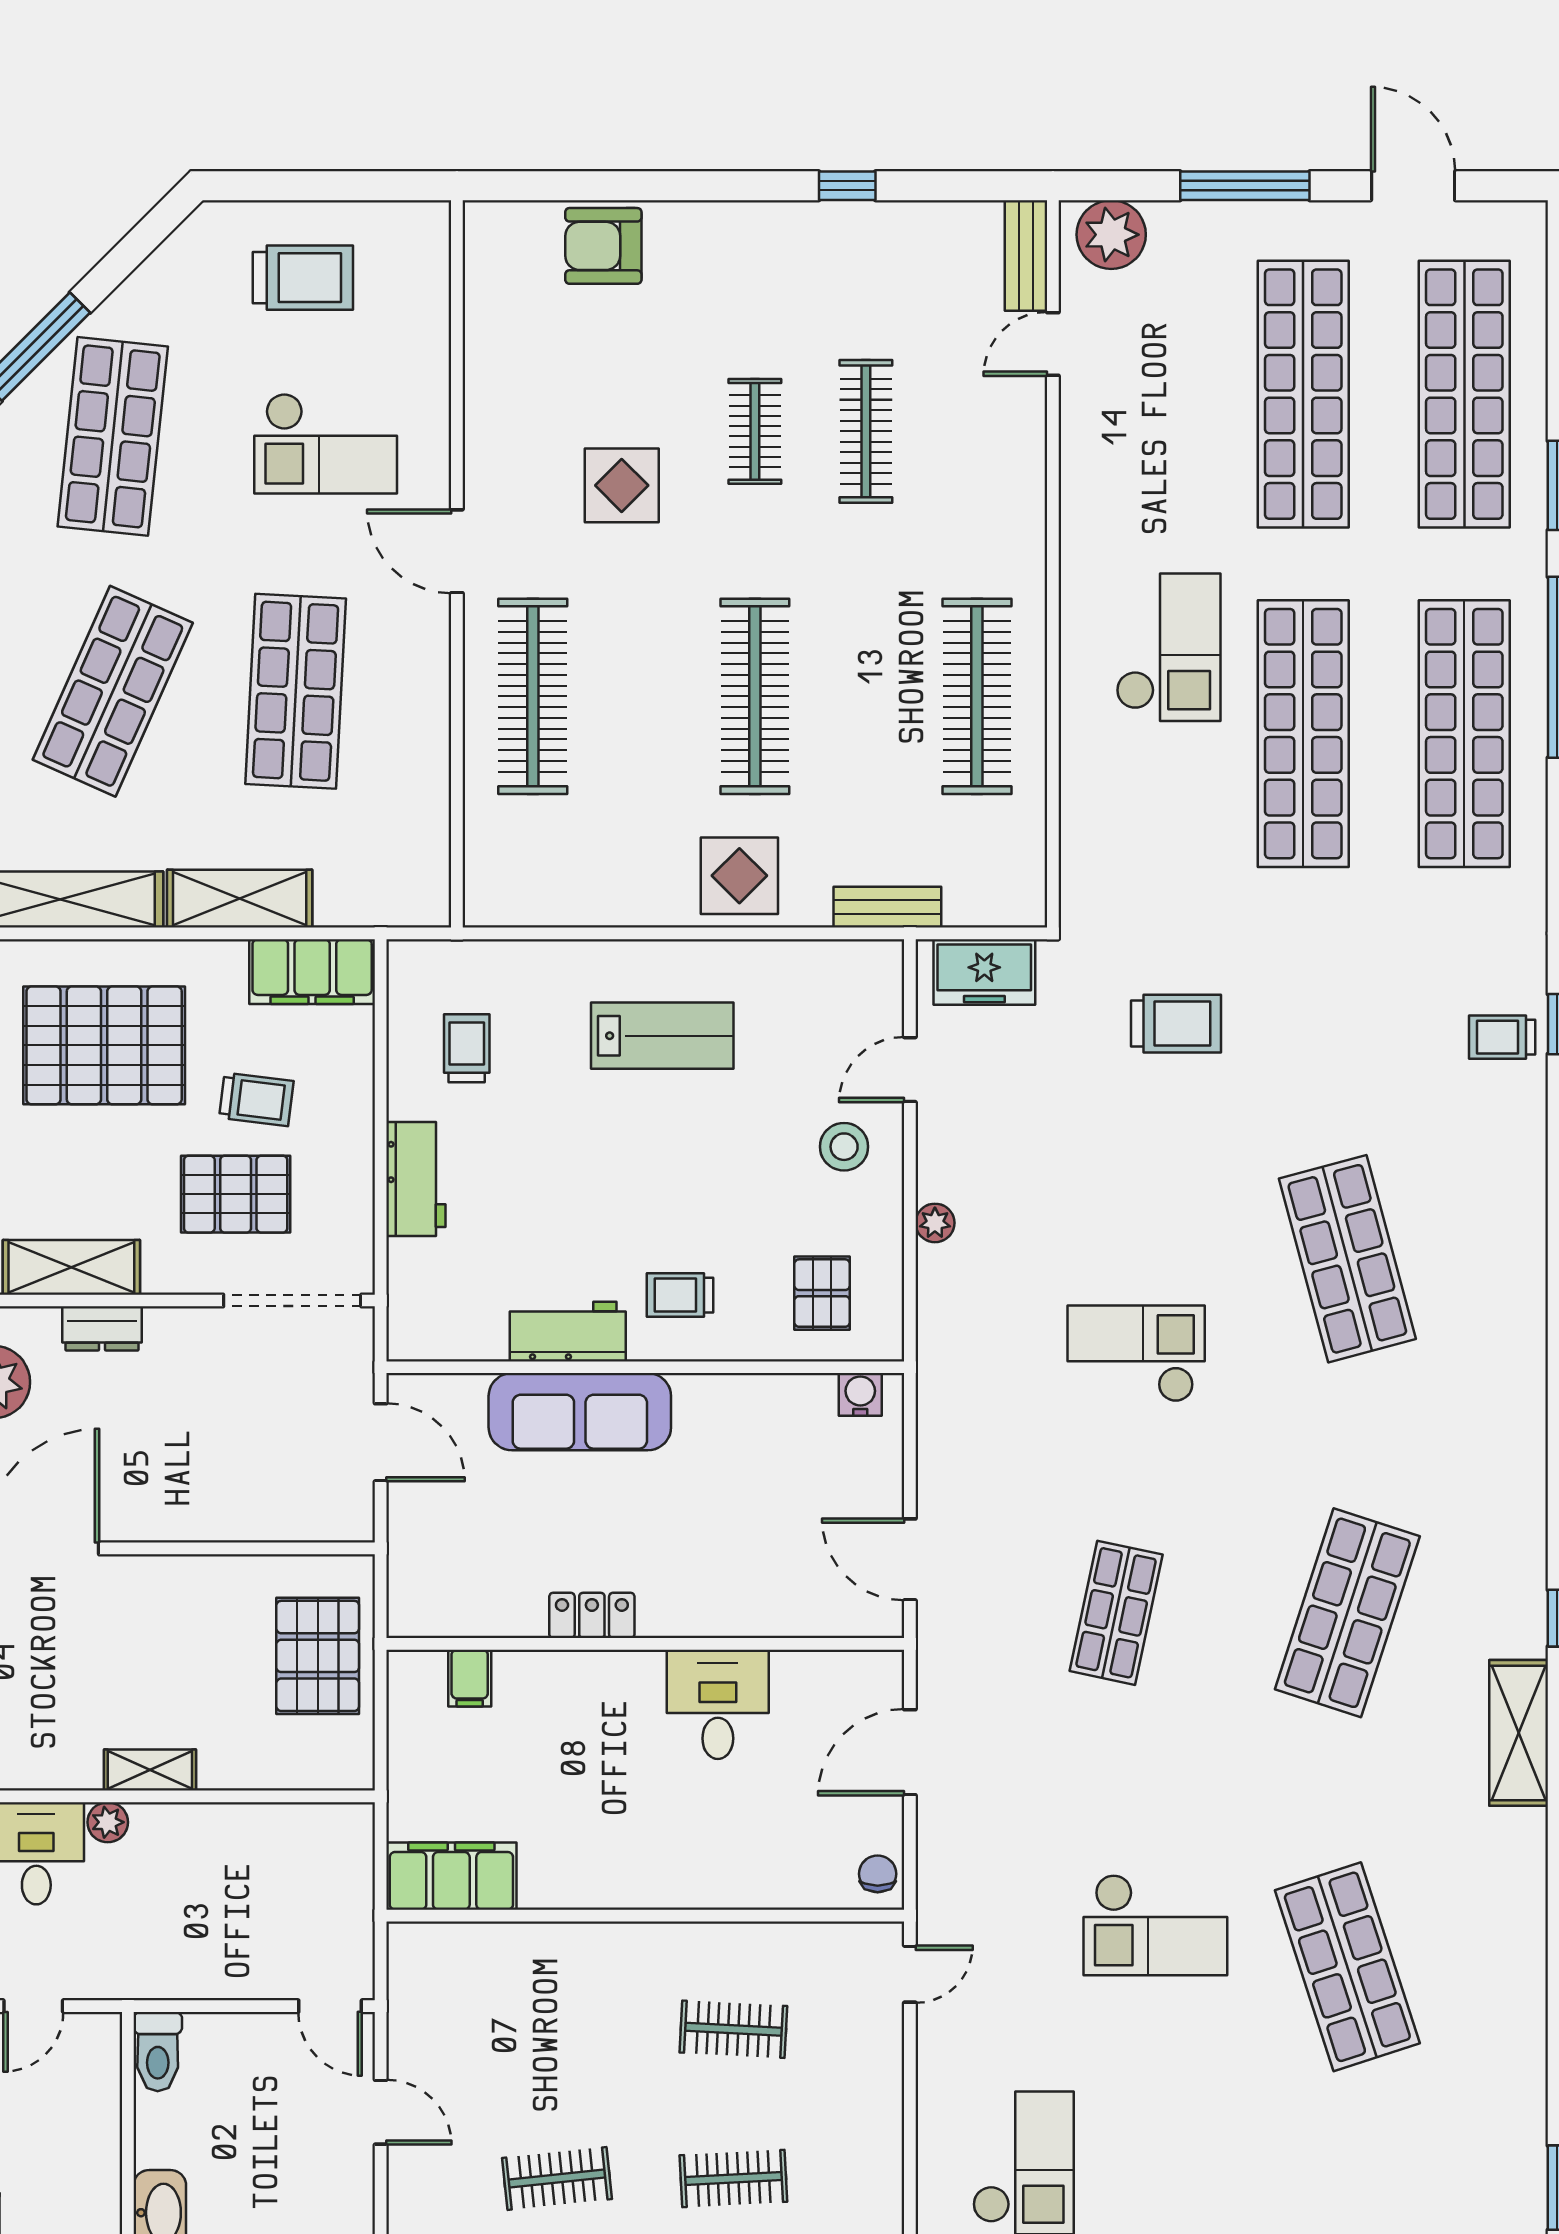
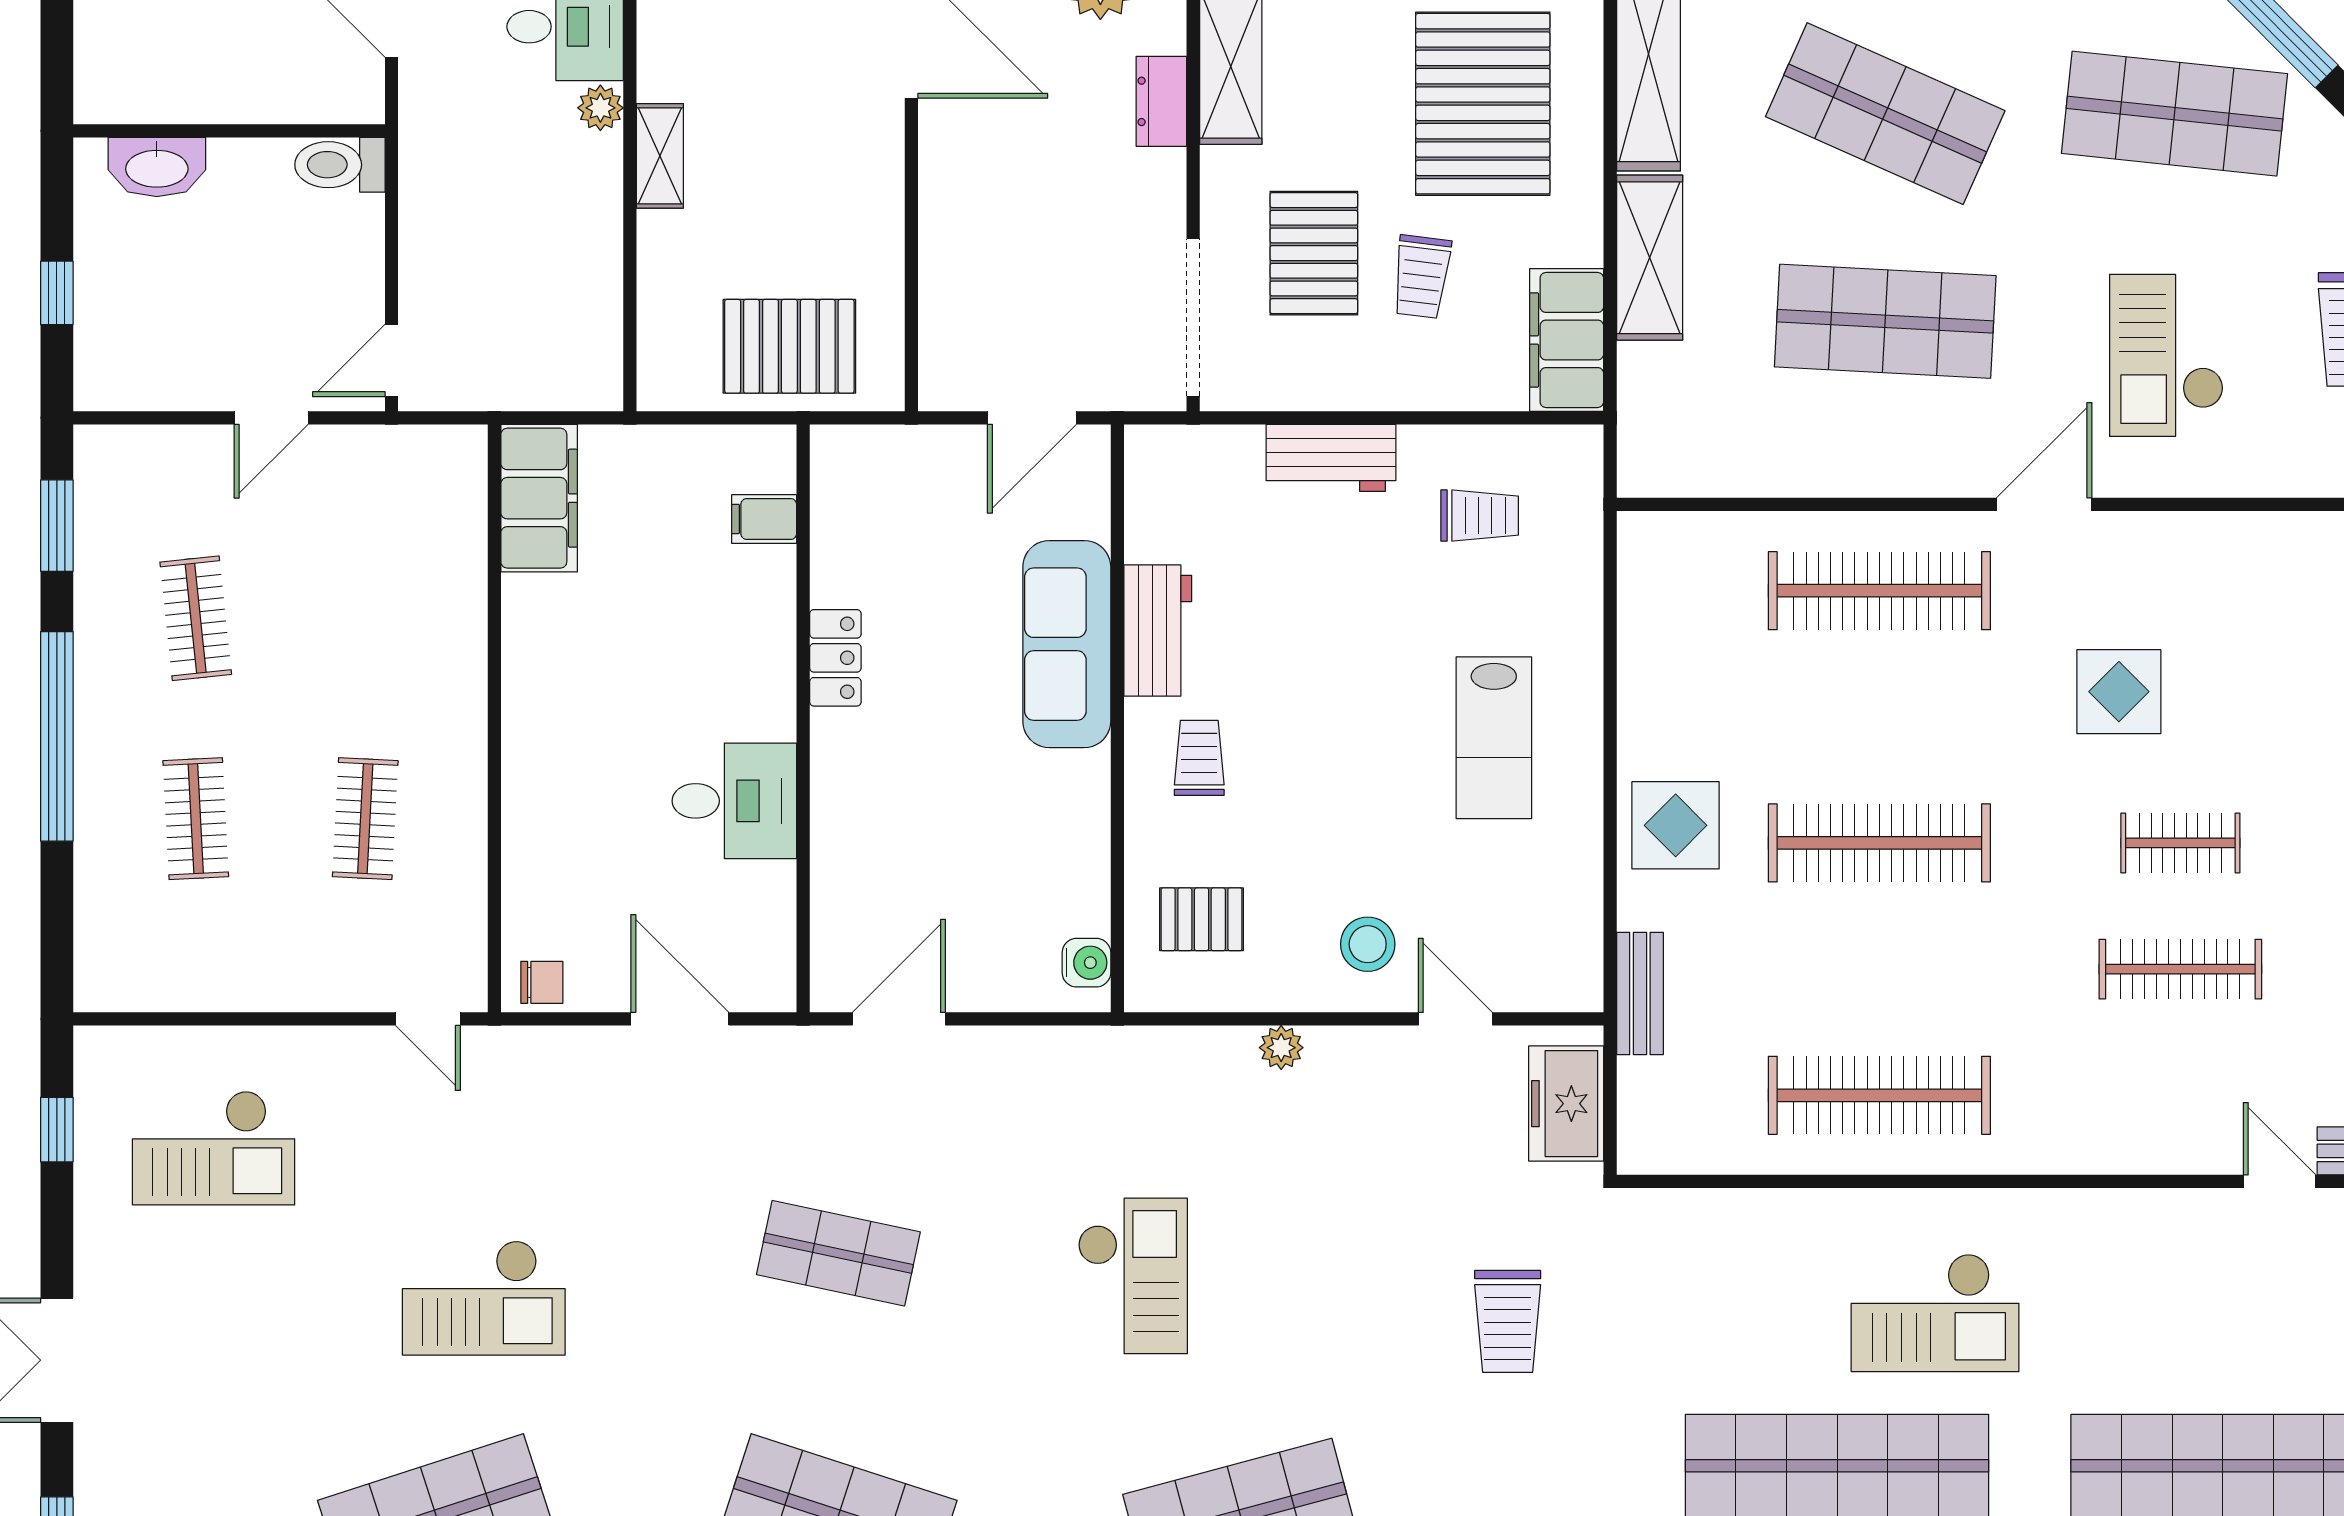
checkout: (1155, 1925) -> (484, 1298), turned -90

